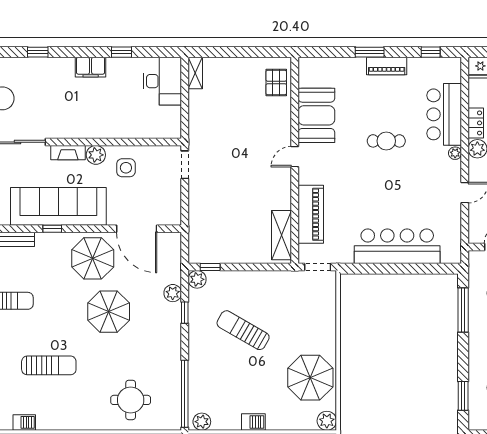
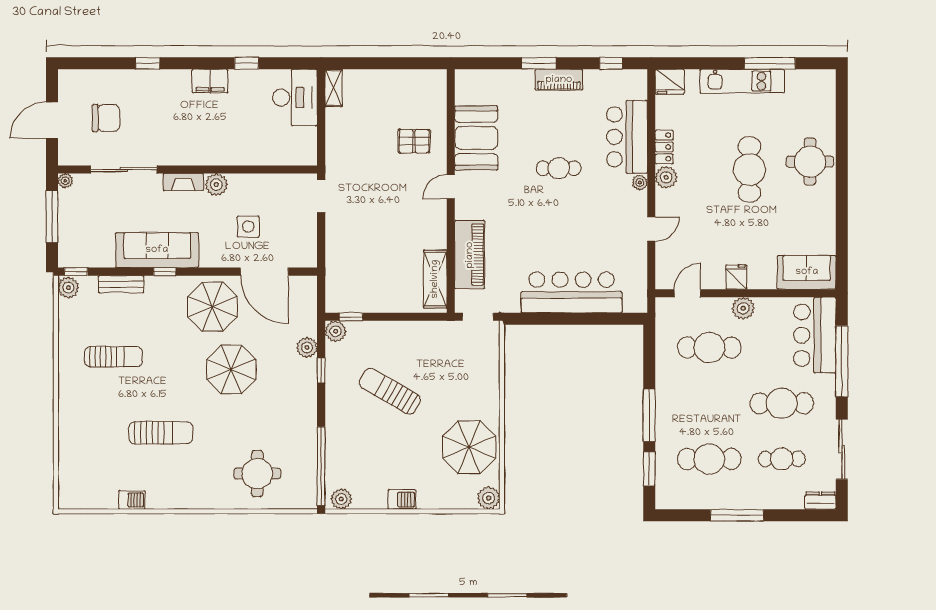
pallet: (276, 82) -> (414, 141), moved, turned 90
side table: (126, 168) -> (248, 227), moved
sofa: (58, 206) -> (157, 250), width x0.74, depth x0.79
window: (463, 310) -> (649, 415), moved

